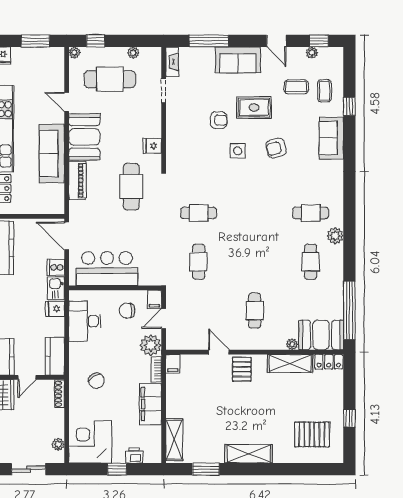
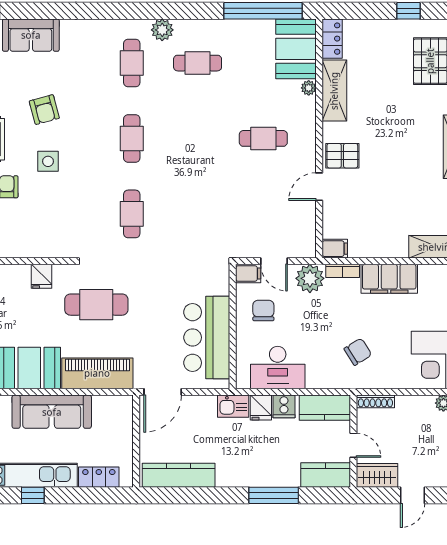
piano: (77, 180) -> (97, 373), width x1.37, depth x1.33
cafe table: (199, 262) -> (132, 138), moved, turned 90
cooker: (56, 267) -> (284, 406), moved
chair: (127, 311) -> (263, 310), turned 180

